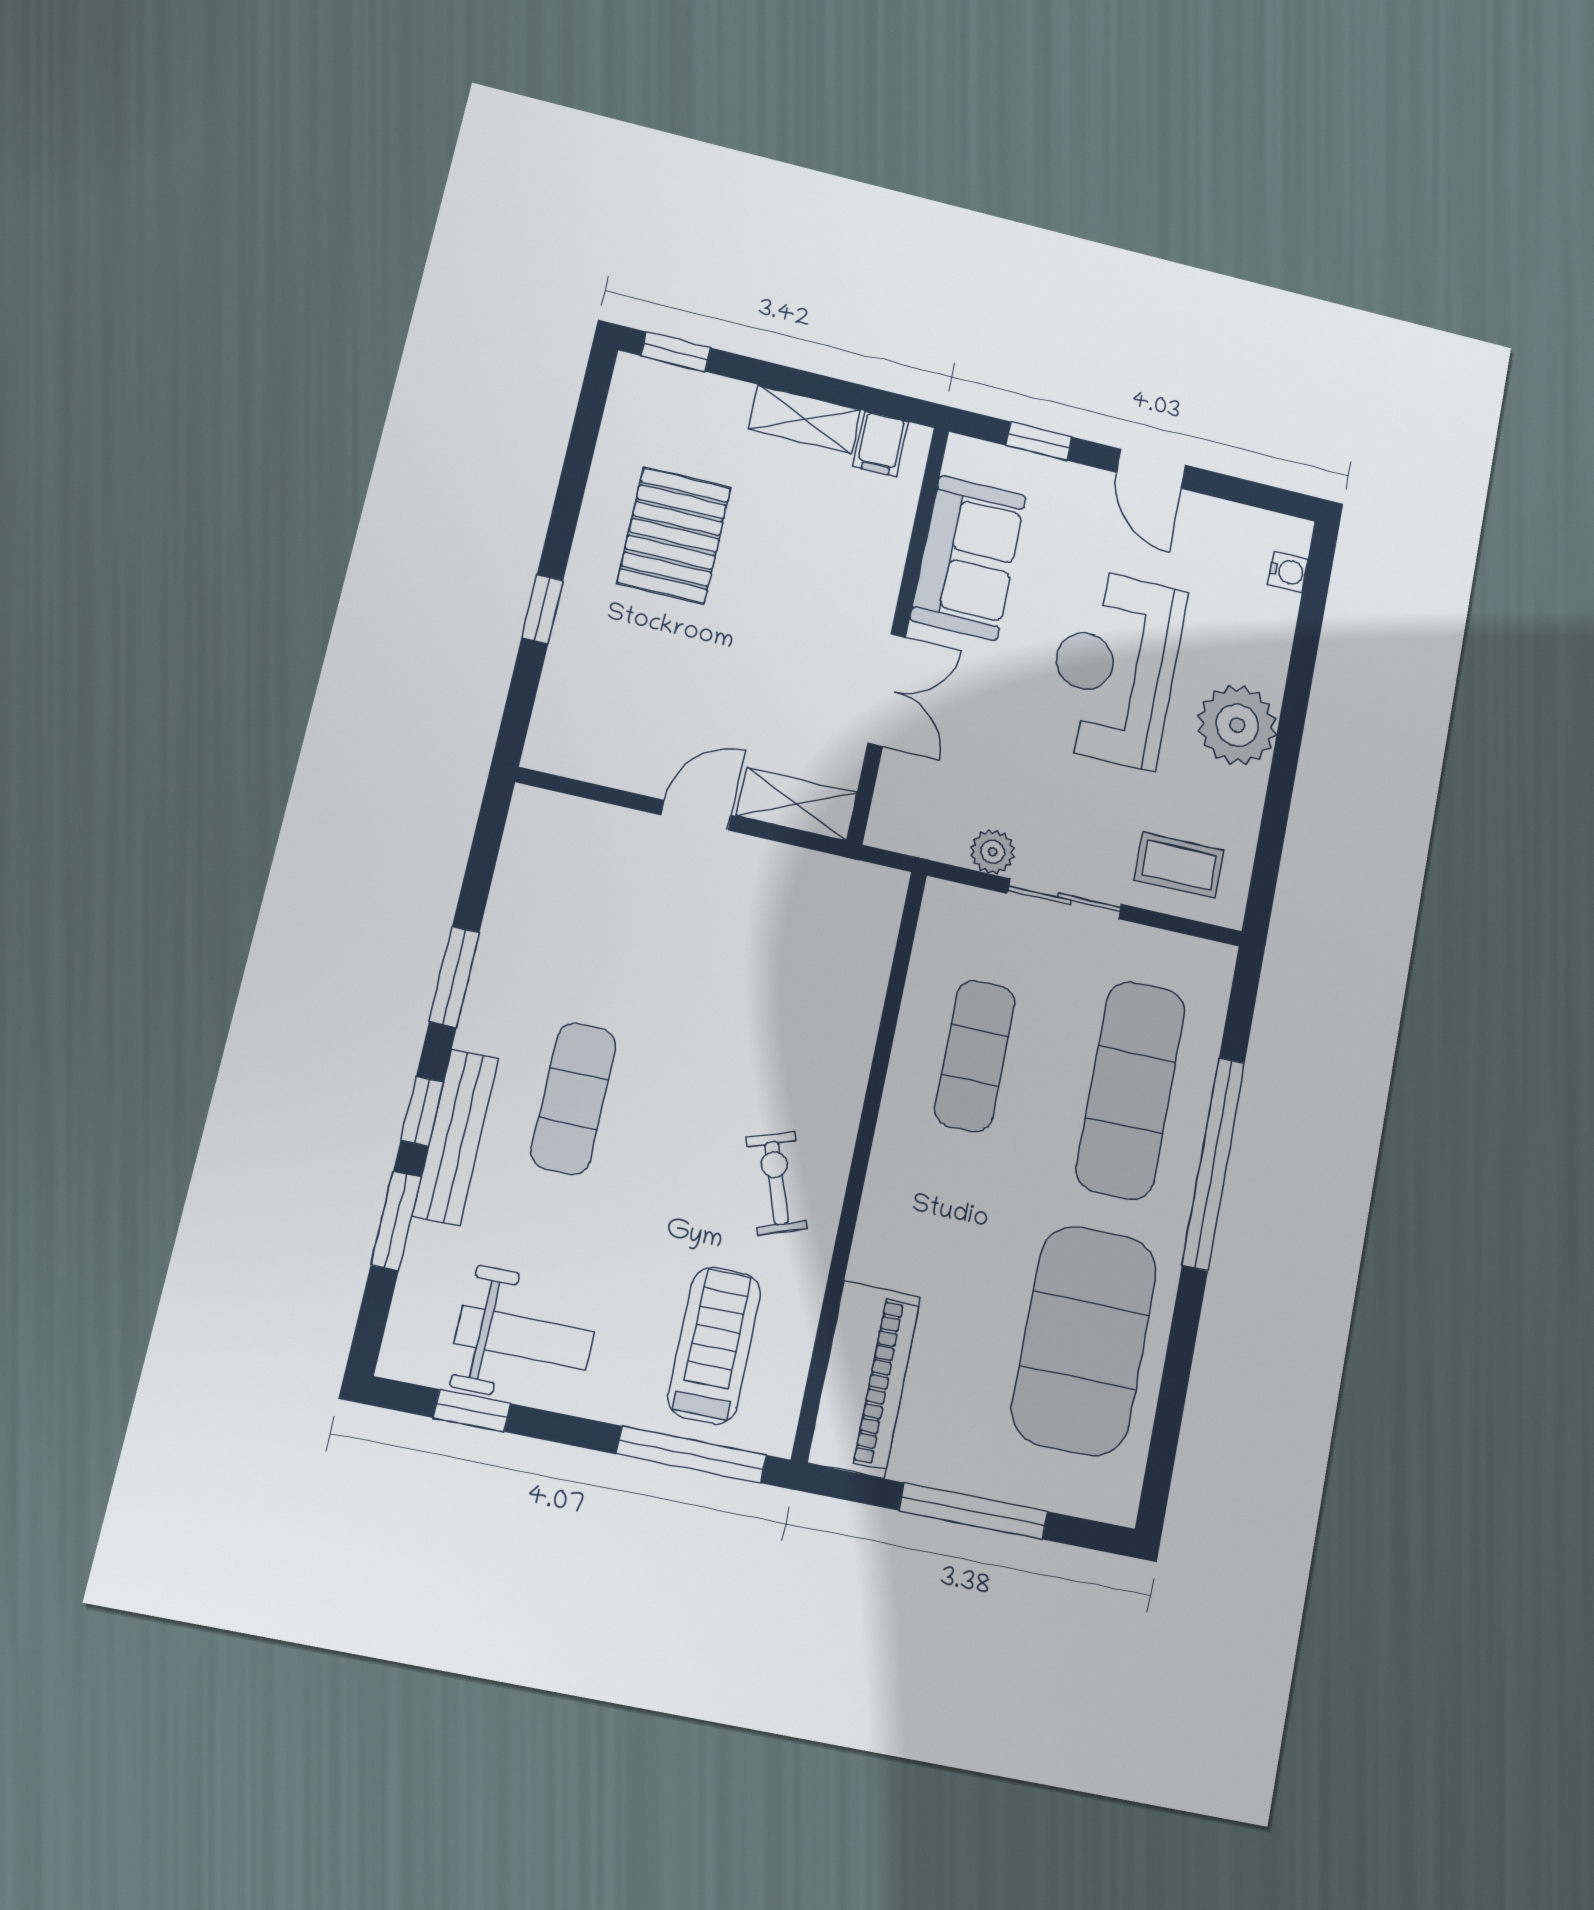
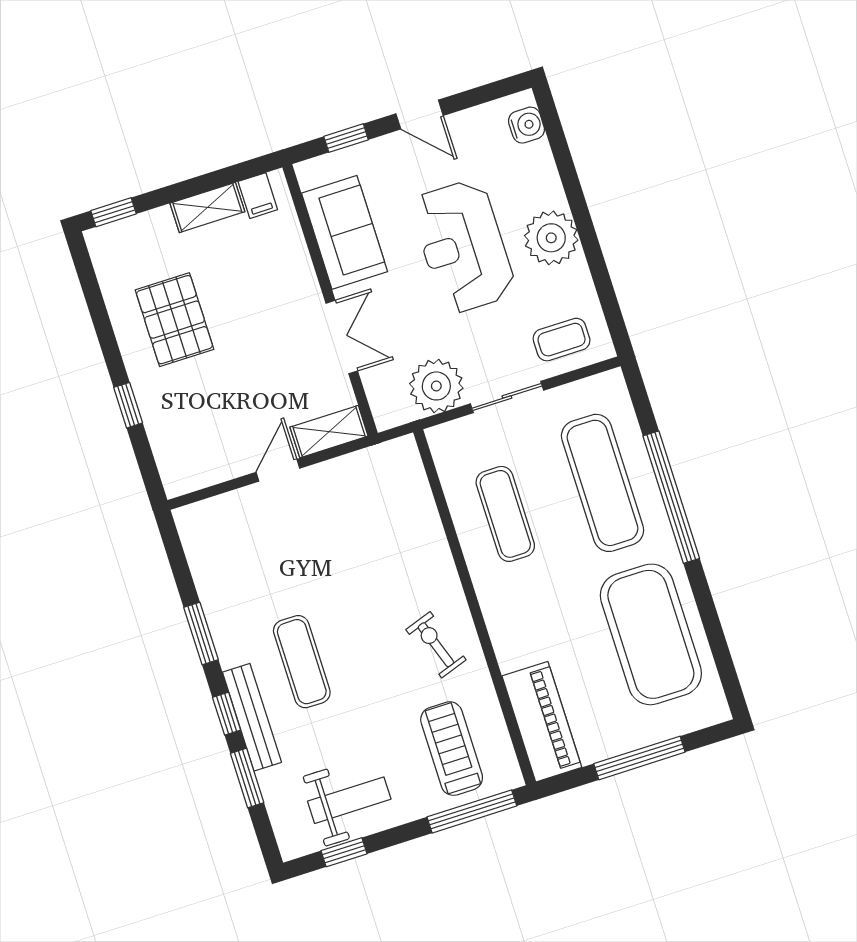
water cooler: (1288, 572) -> (526, 125), width x1.38, depth x1.38
plant: (993, 852) -> (436, 386), width x1.87, depth x1.87

